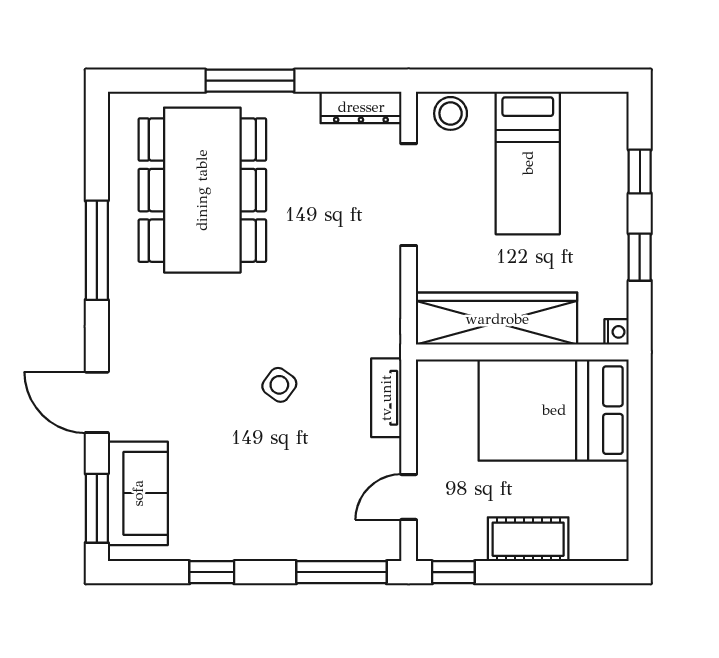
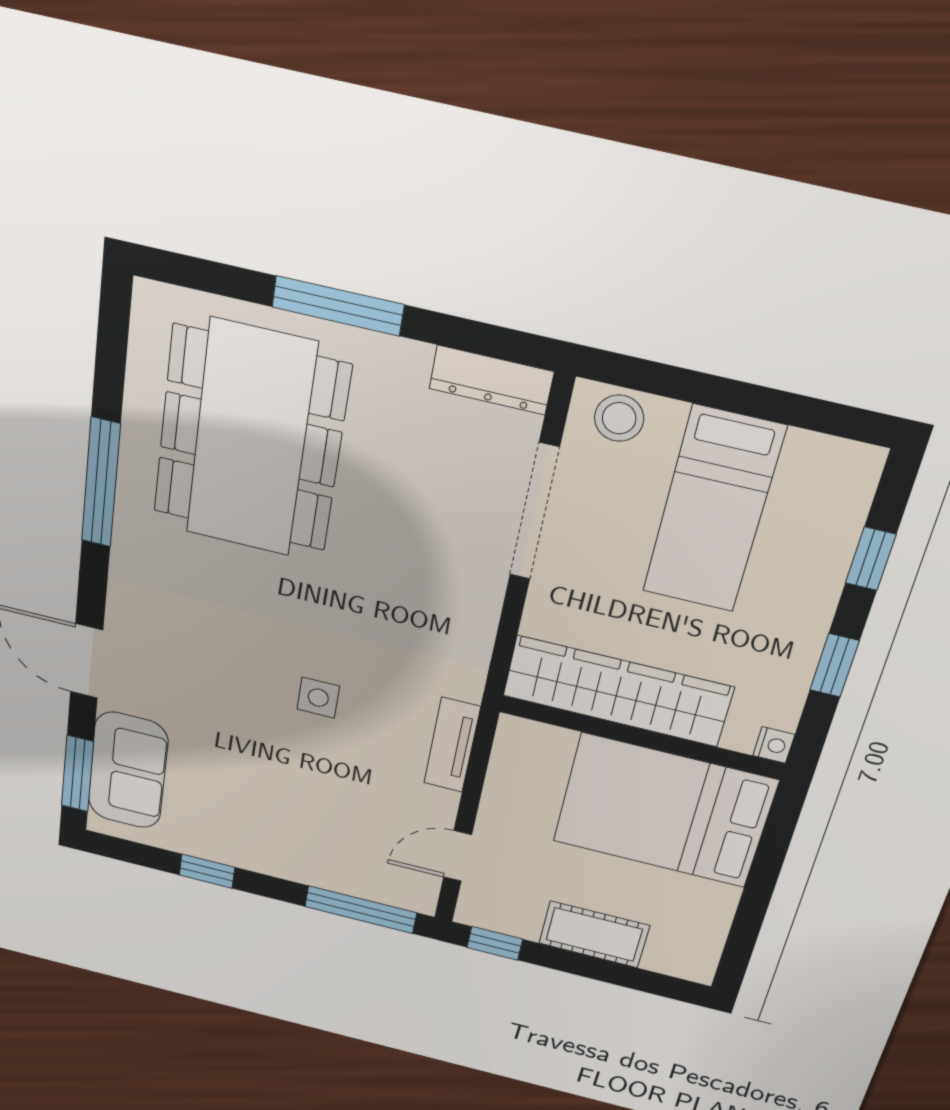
side table: (279, 385) -> (318, 698), turned -36

